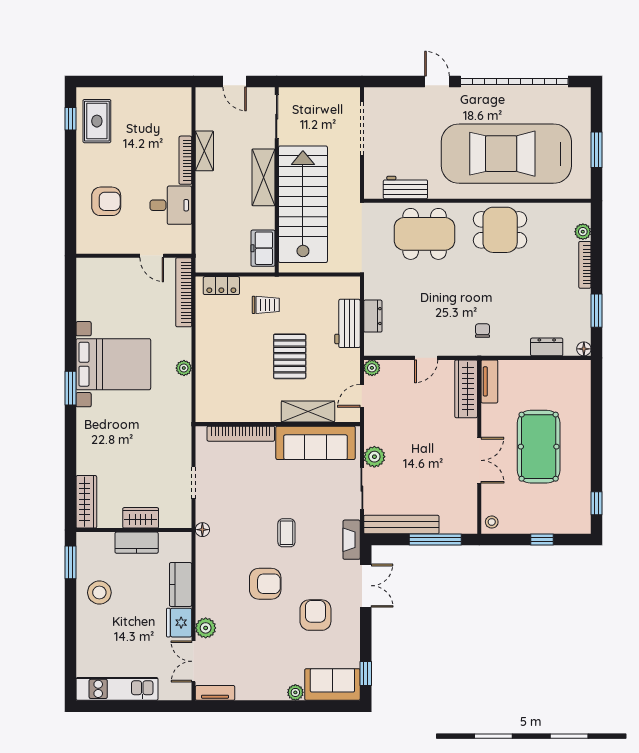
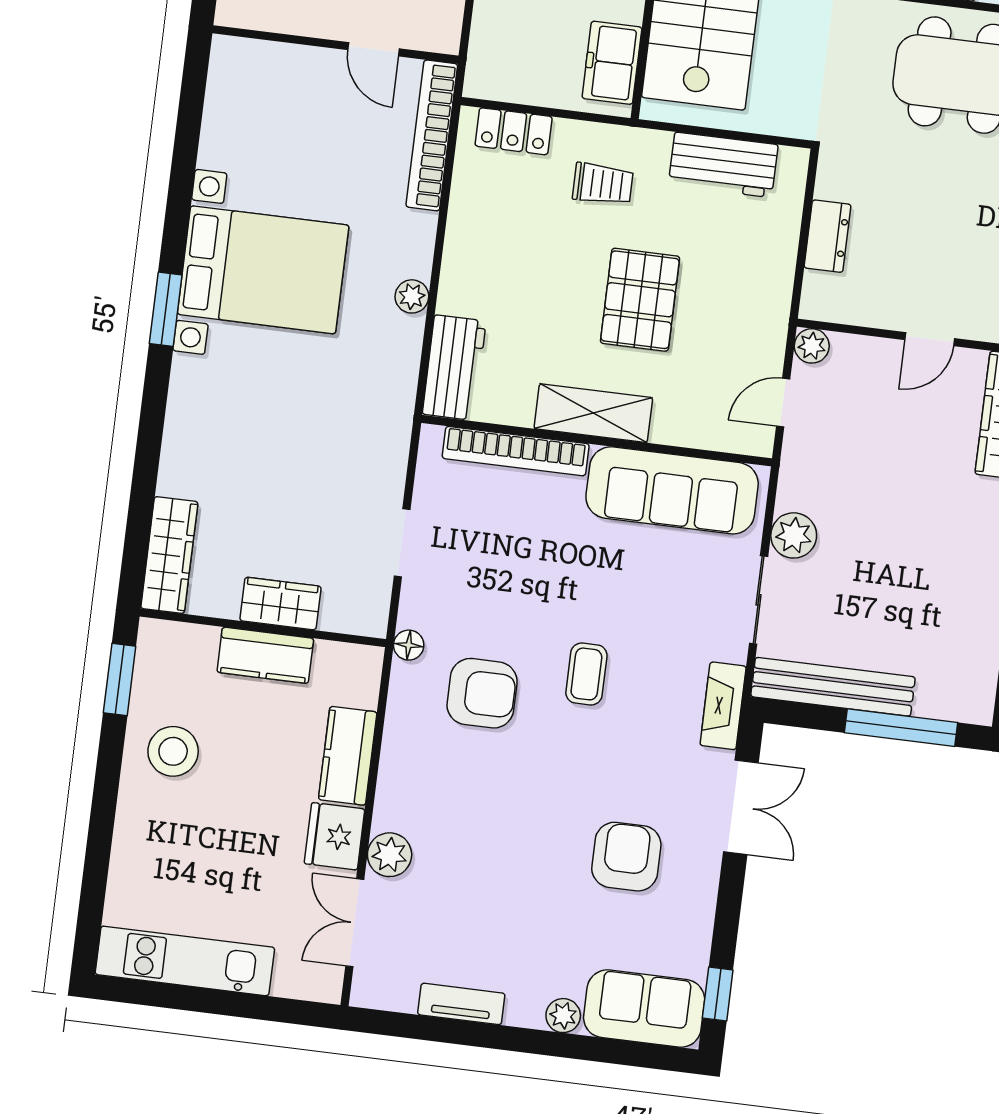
workbench: (347, 323) -> (723, 165), moved, turned -90
workbench: (208, 399) -> (454, 368), added
shelving: (308, 412) -> (593, 413), moved
armchair: (265, 584) -> (482, 693), moved
tv unit: (215, 693) -> (461, 1004), moved

